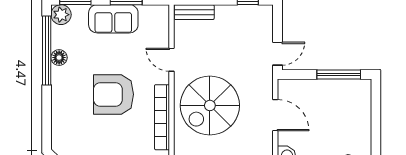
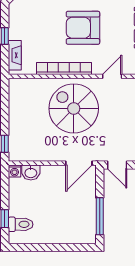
armchair: (113, 94) -> (83, 28), turned -90
door: (275, 115) -> (79, 163), moved

